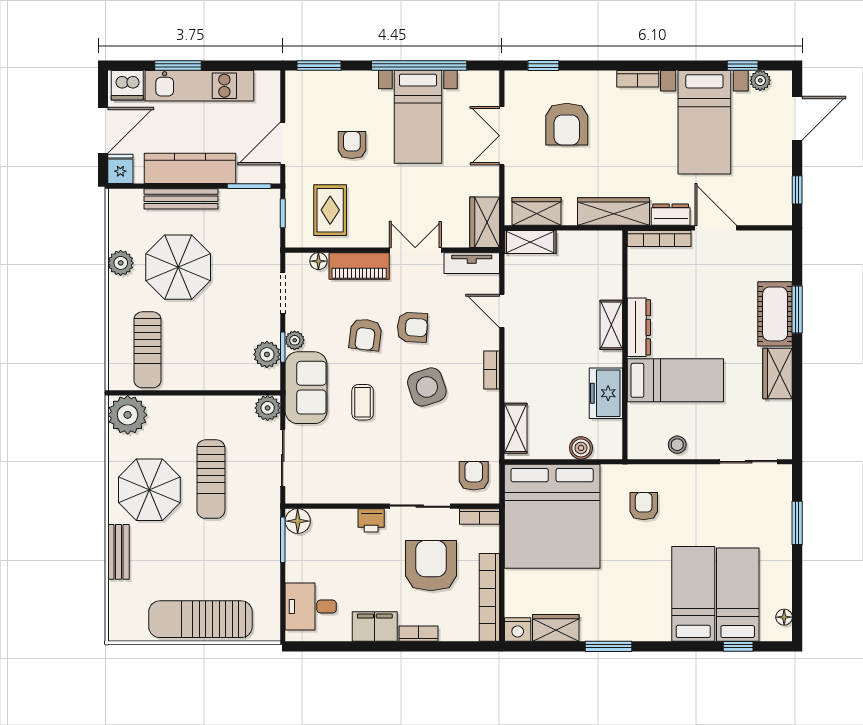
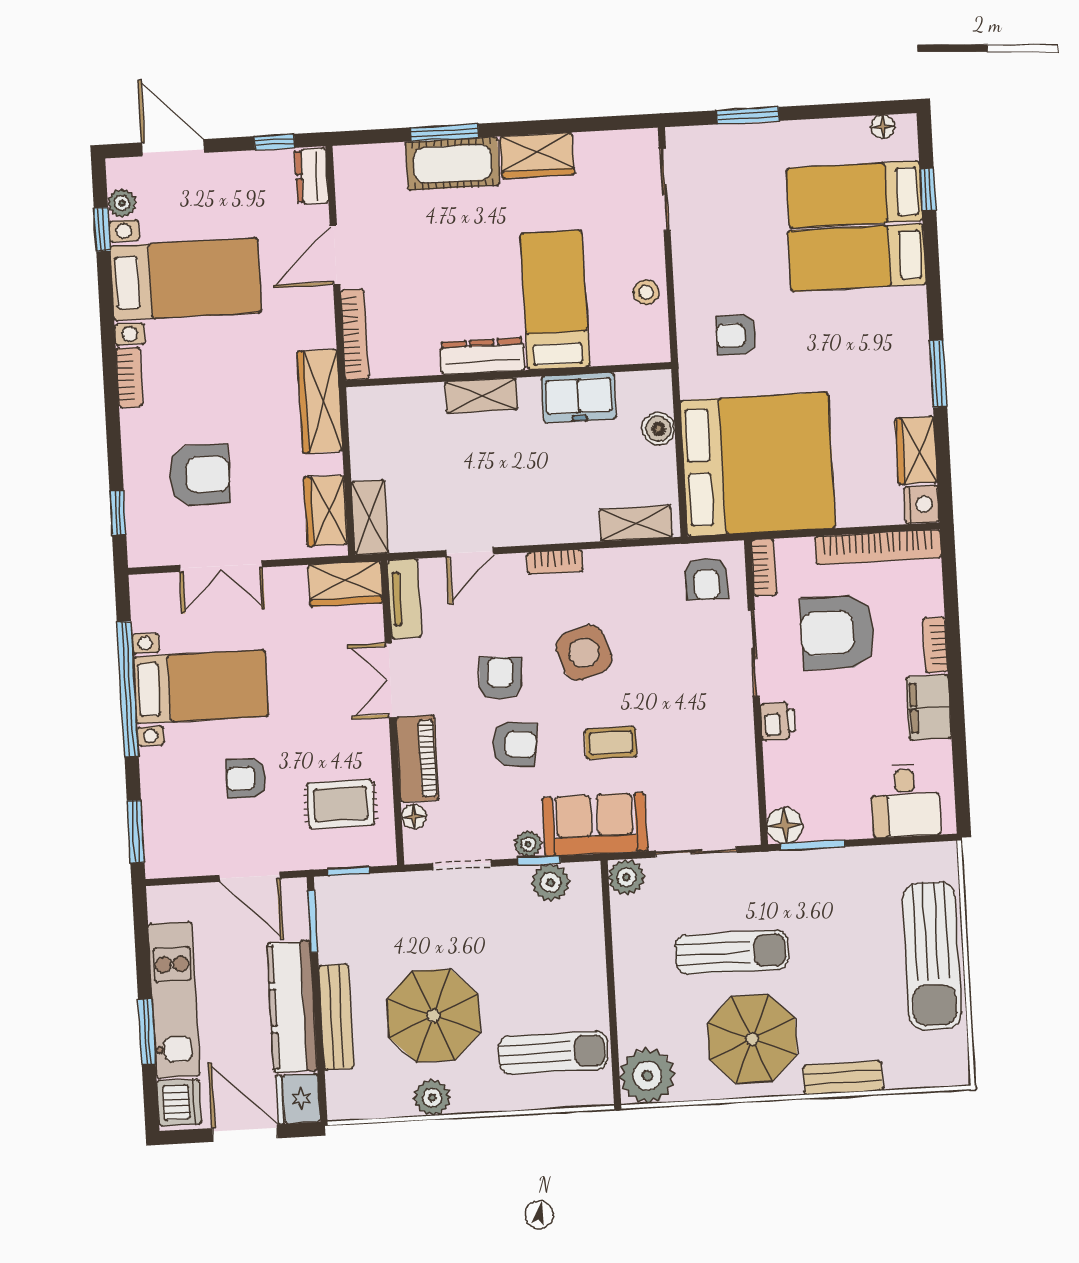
fridge: (120, 169) -> (298, 1099), width x1.38
dresser: (671, 215) -> (312, 176), moved
armchair: (474, 476) -> (706, 579), turned -90

